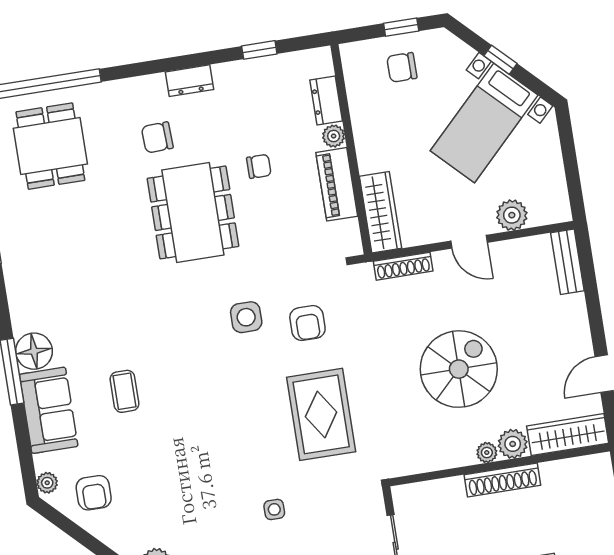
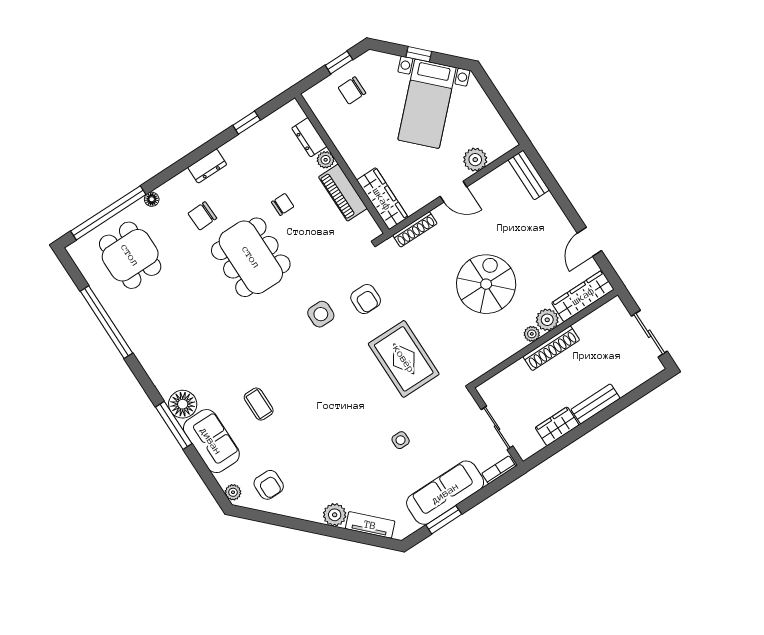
floor lamp: (106, 91) -> (152, 199), added

